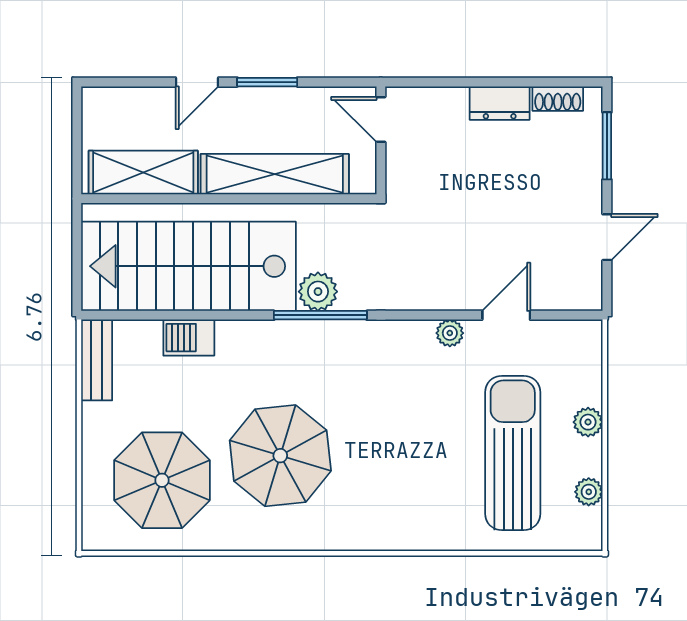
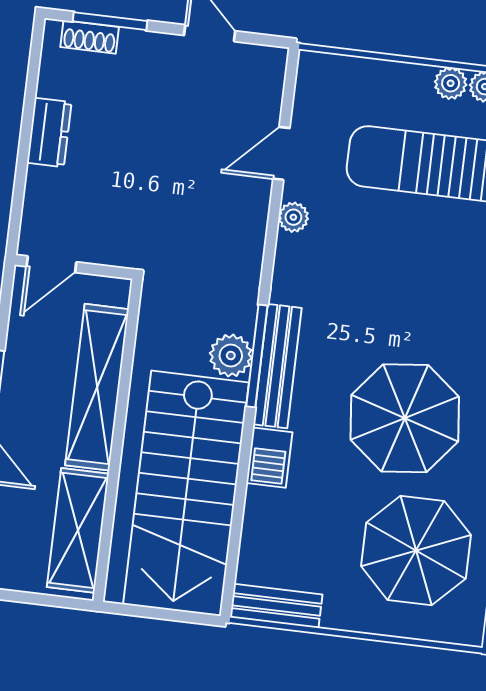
shoe rack: (558, 99) -> (90, 37), moved, turned 90
door: (506, 315) -> (281, 153), hinge flipped
bench: (313, 335) -> (277, 366), added
barbecue: (189, 338) -> (269, 458), moved
plant: (588, 422) -> (451, 83), moved

